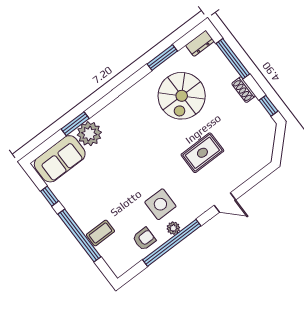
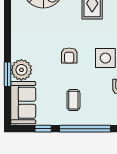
armchair: (137, 168) -> (69, 55), added
coffee table: (100, 233) -> (73, 100), moved

